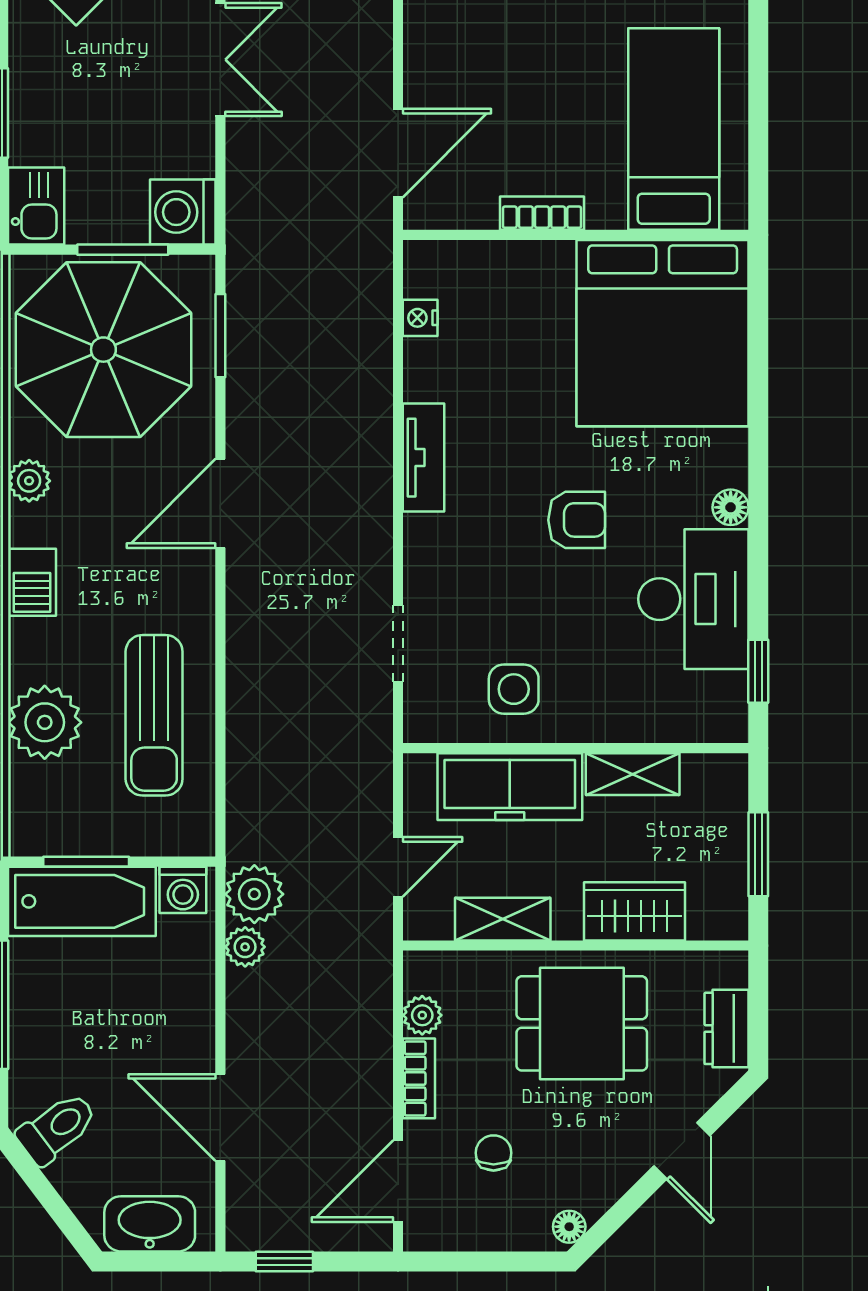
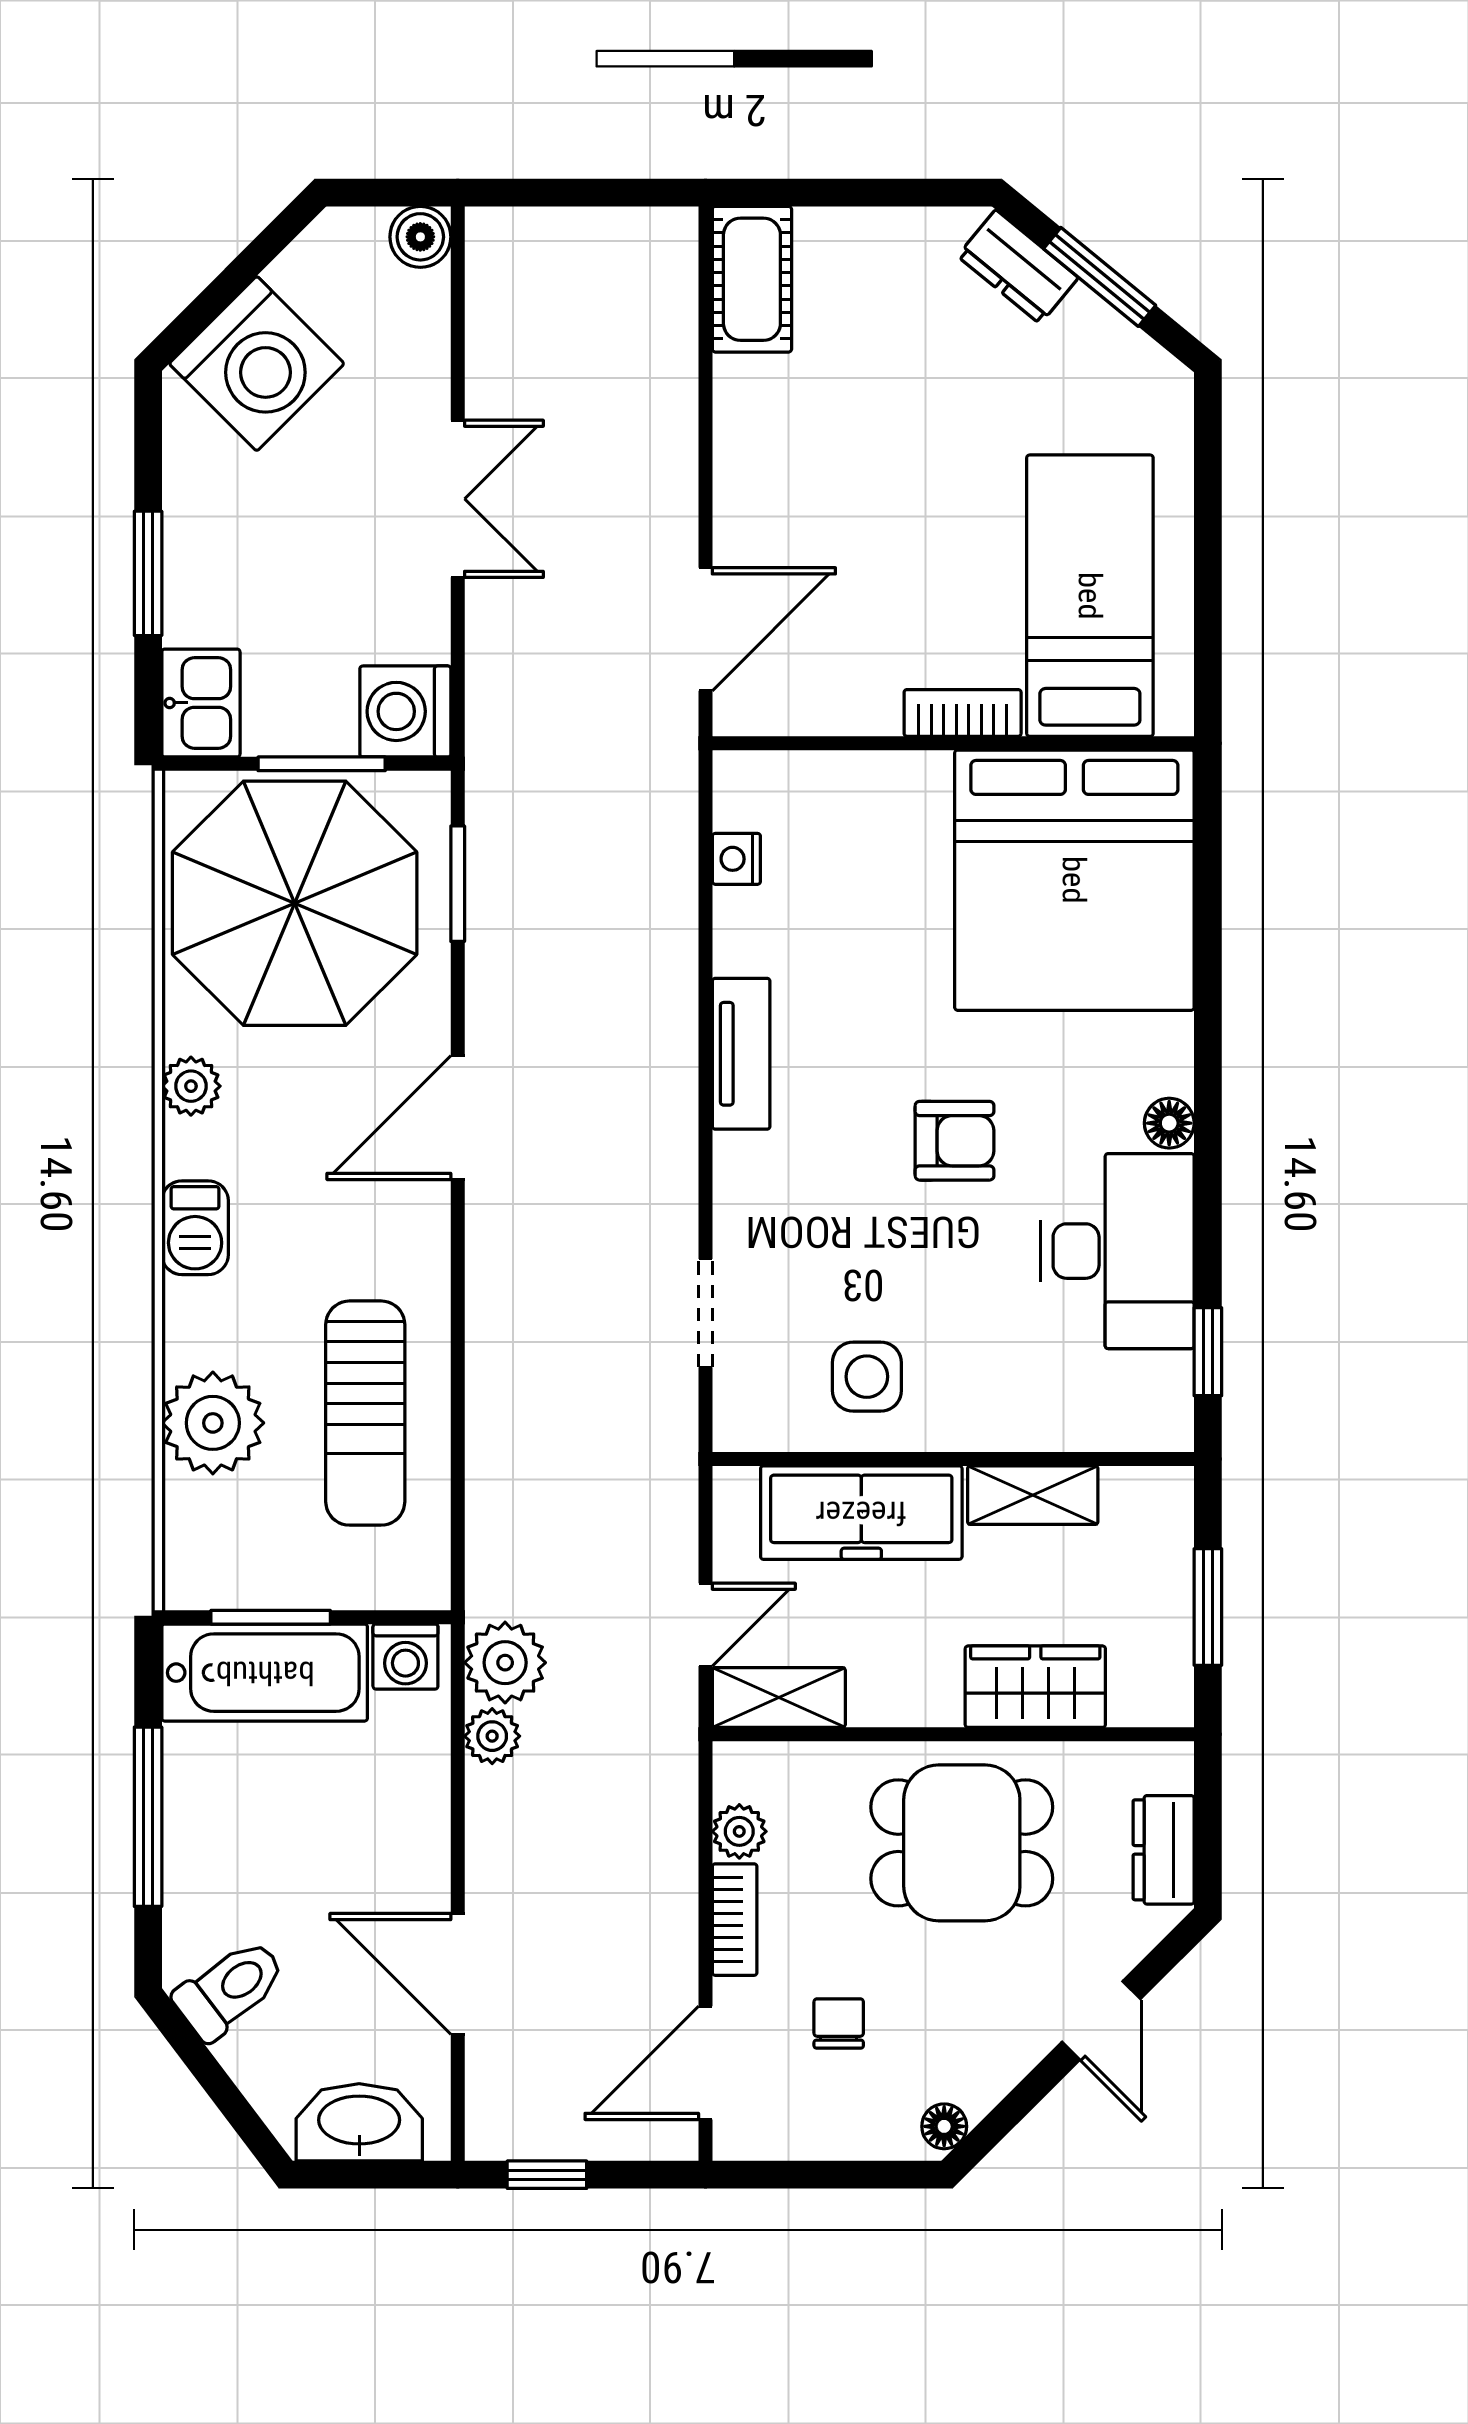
bookcase: (542, 213) -> (963, 713), moved
shelving: (503, 919) -> (779, 1697), moved

